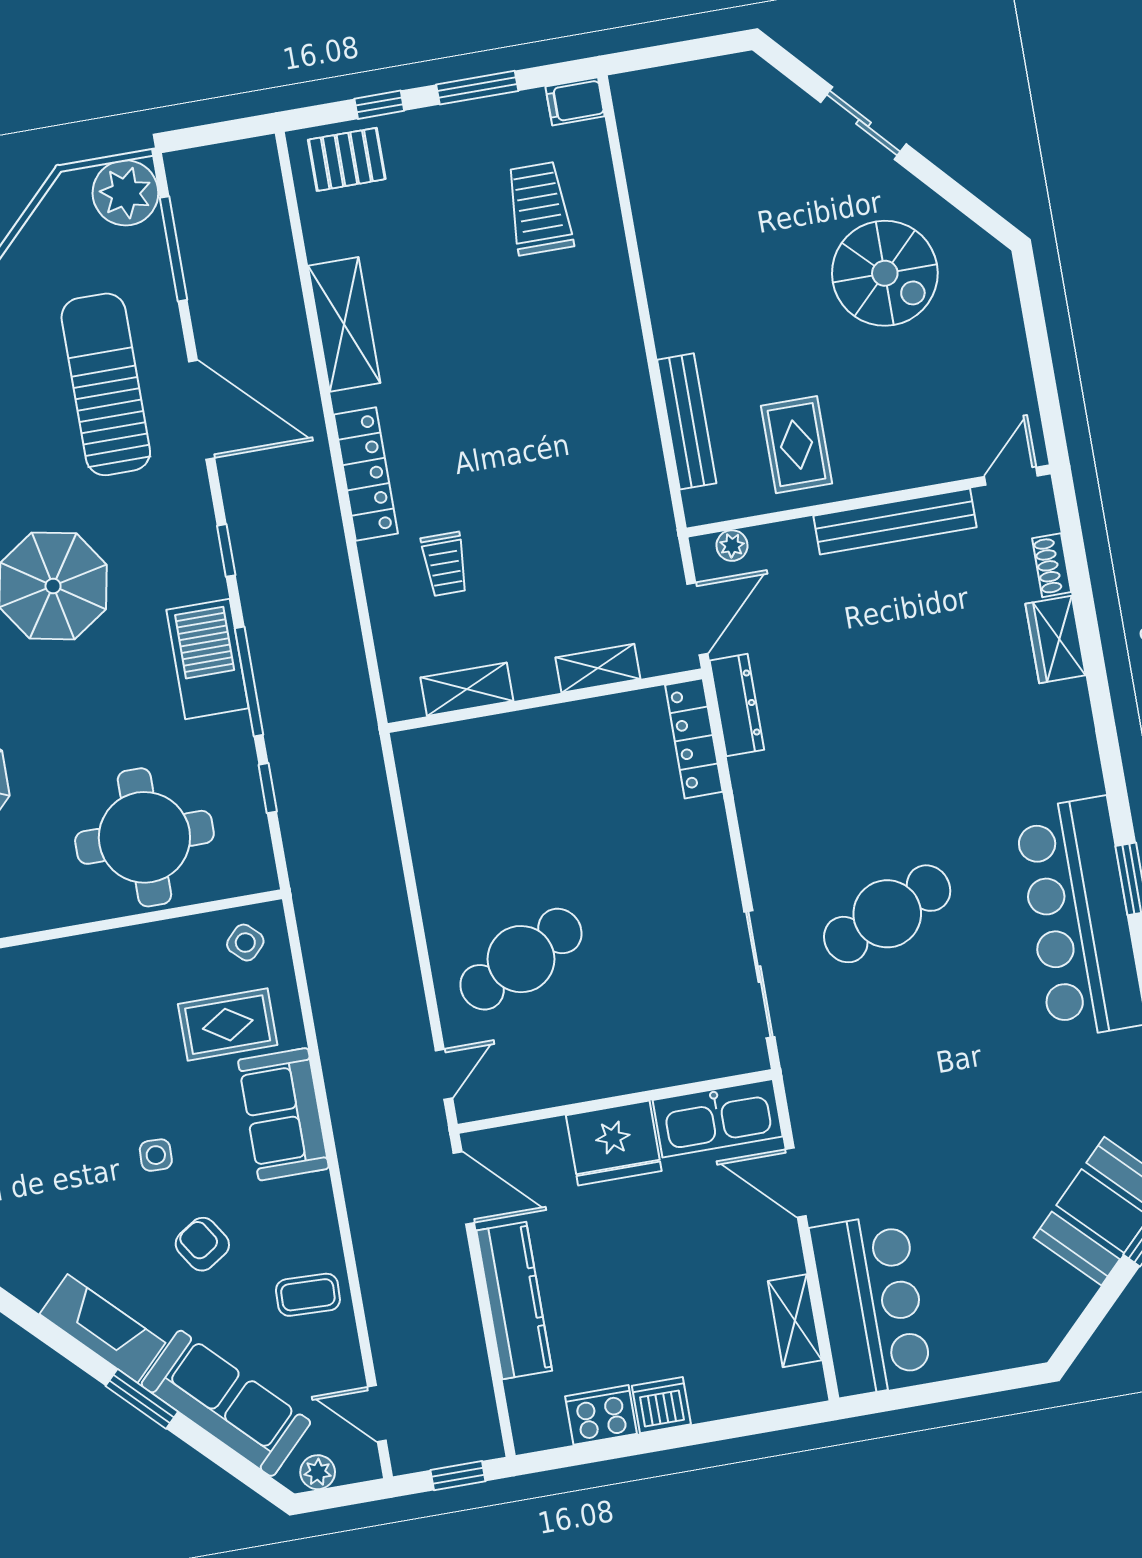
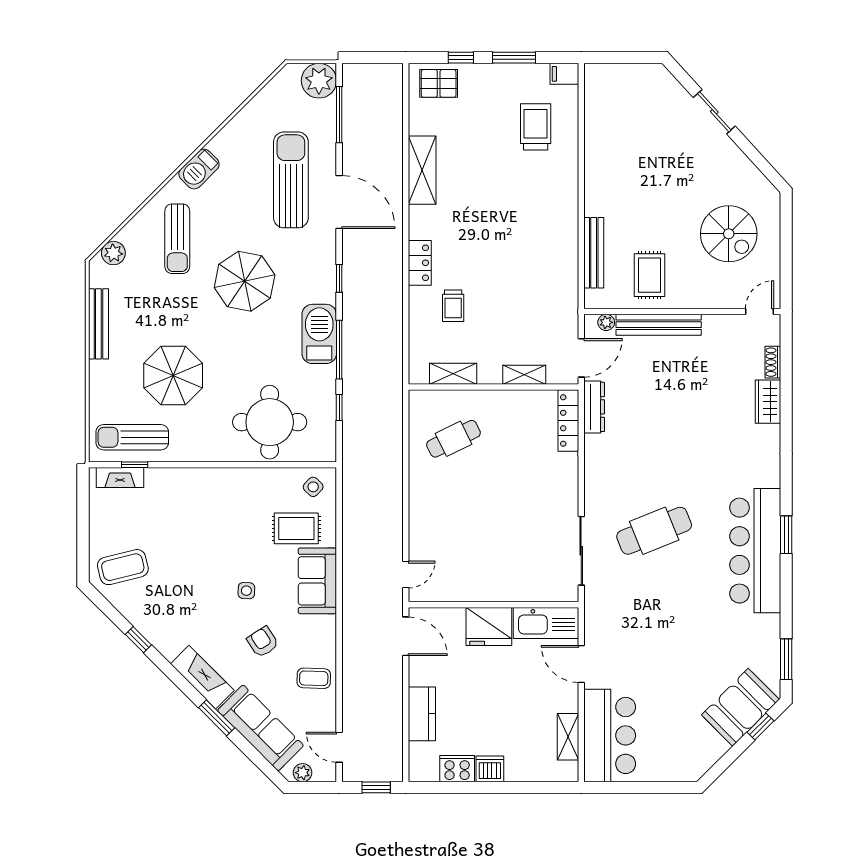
spiral stairs: (885, 273) -> (729, 234), moved
locker: (366, 474) -> (420, 263), width x0.66
bench: (895, 522) -> (659, 325), moved
cafe table: (521, 959) -> (453, 439), moved, width x0.73, depth x0.74
kitchen counter: (514, 1301) -> (422, 714), width x0.67

